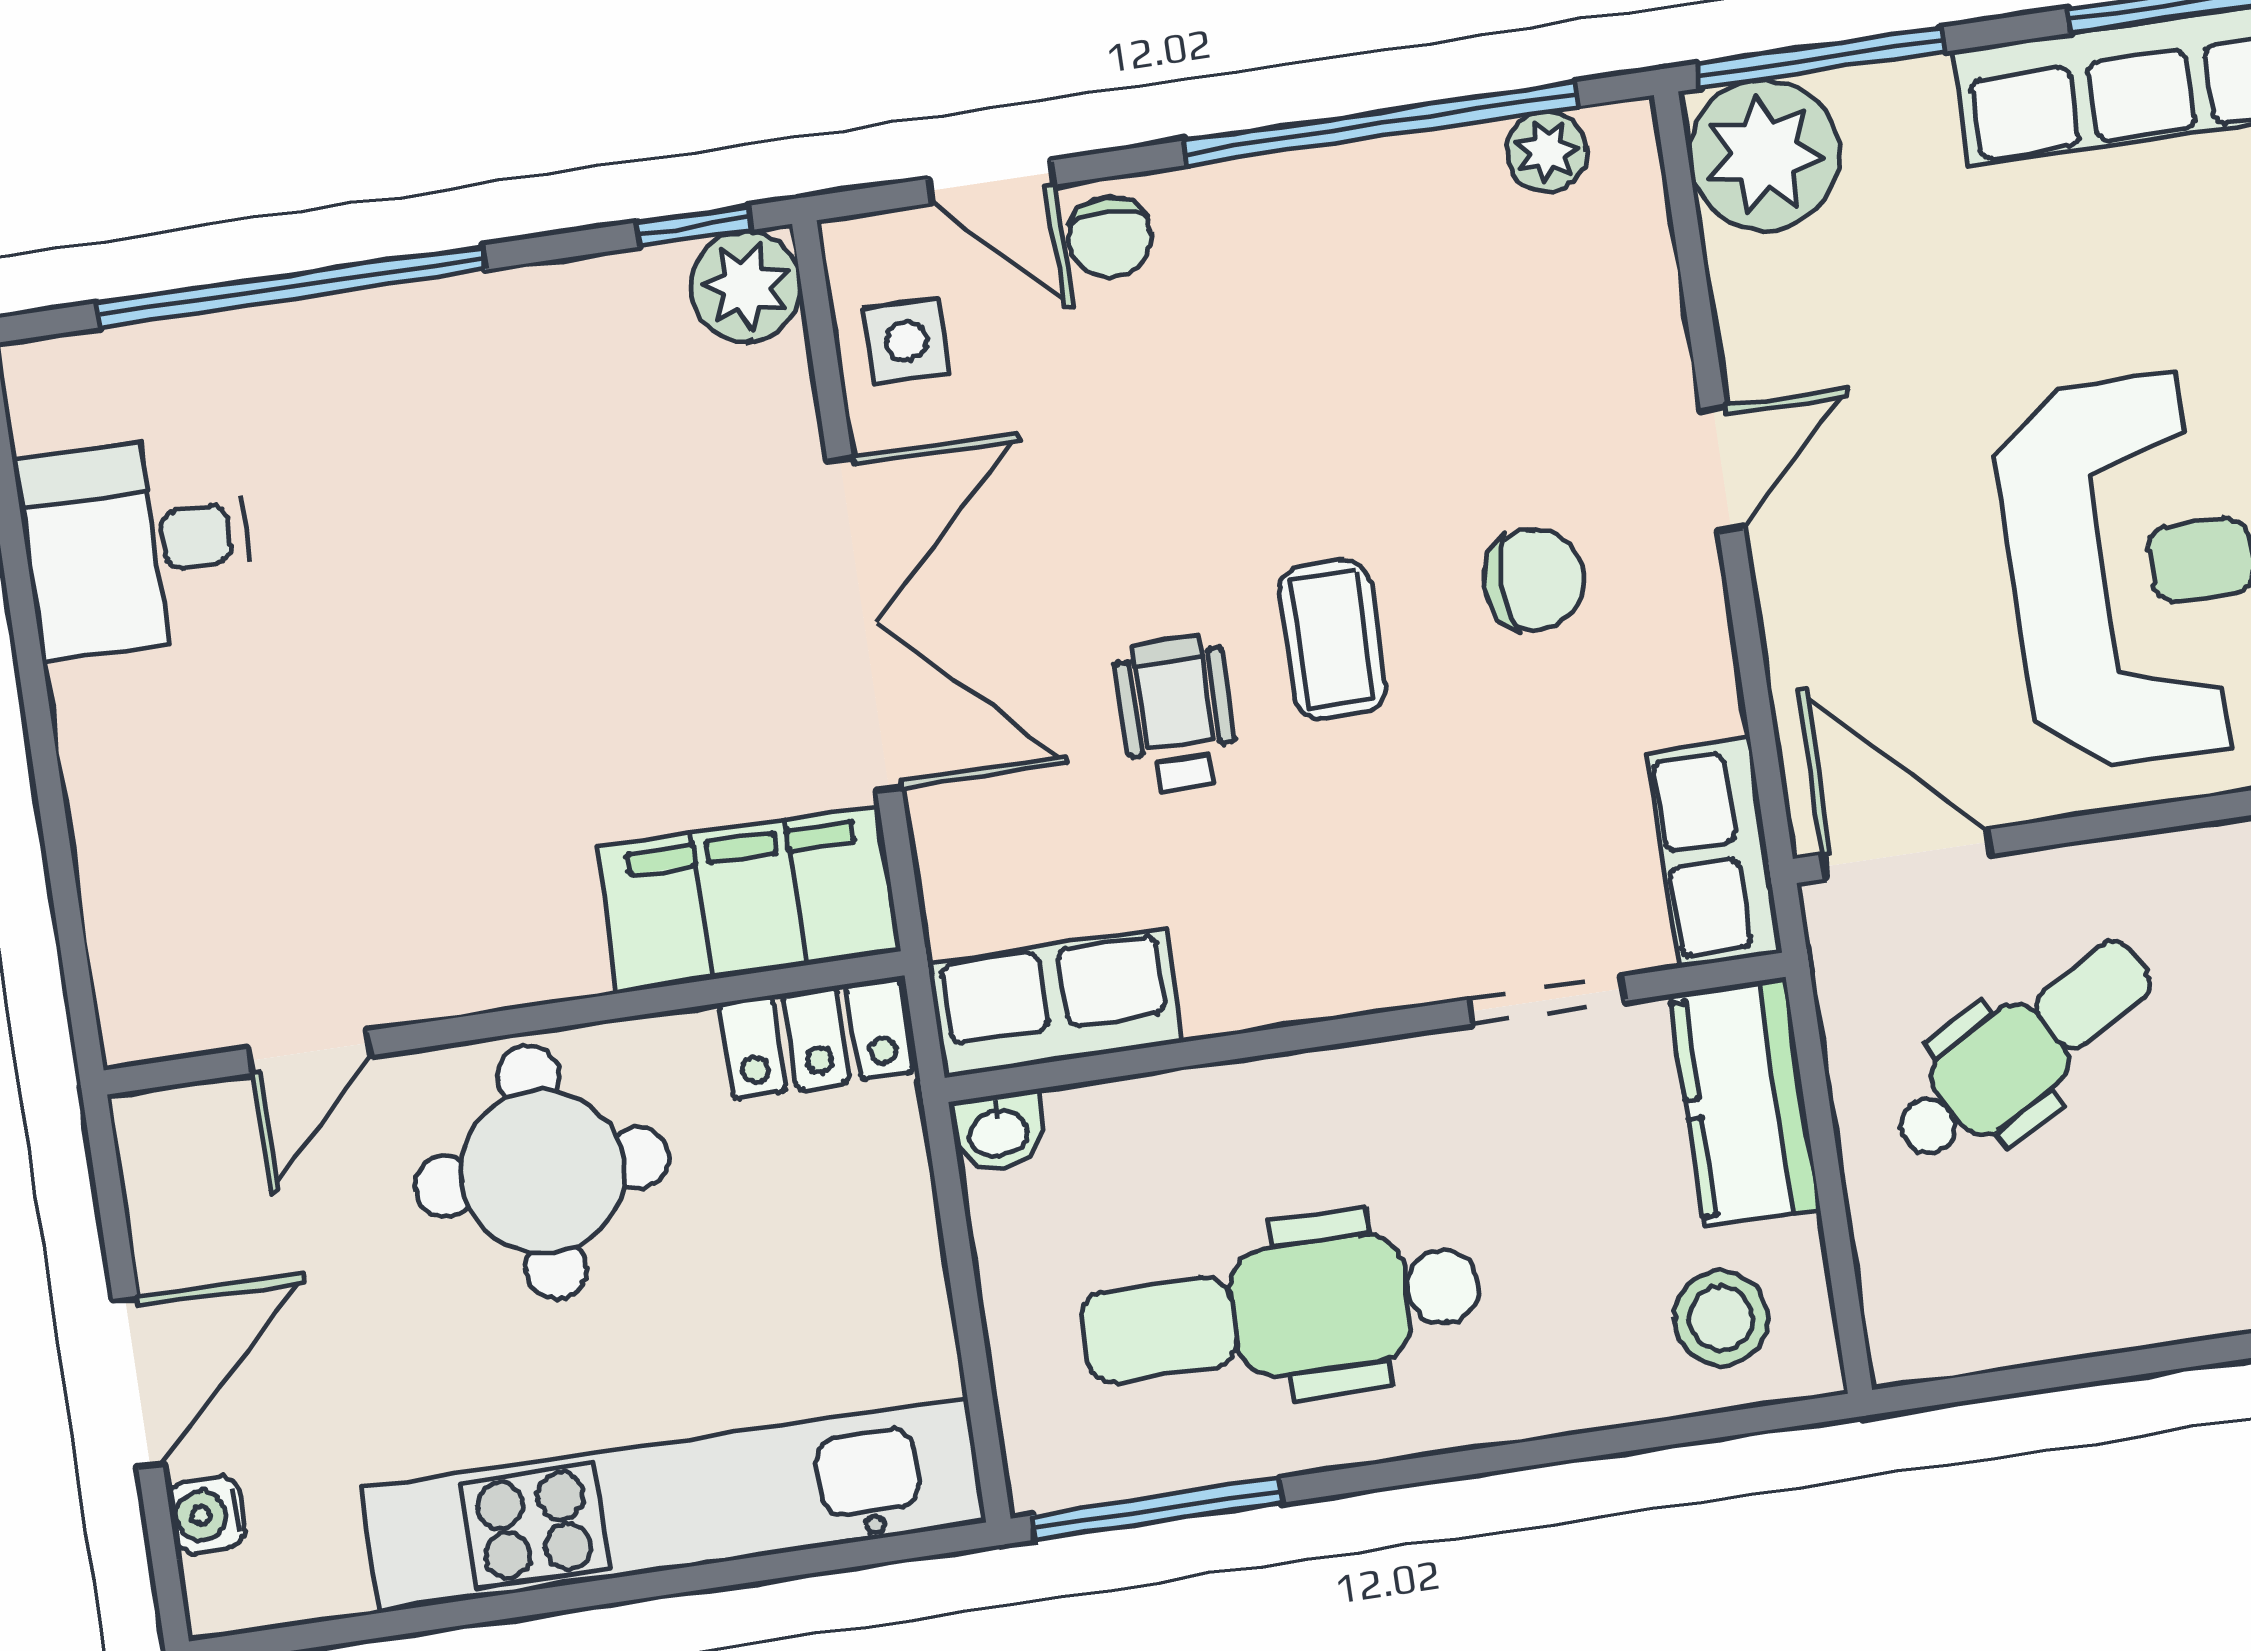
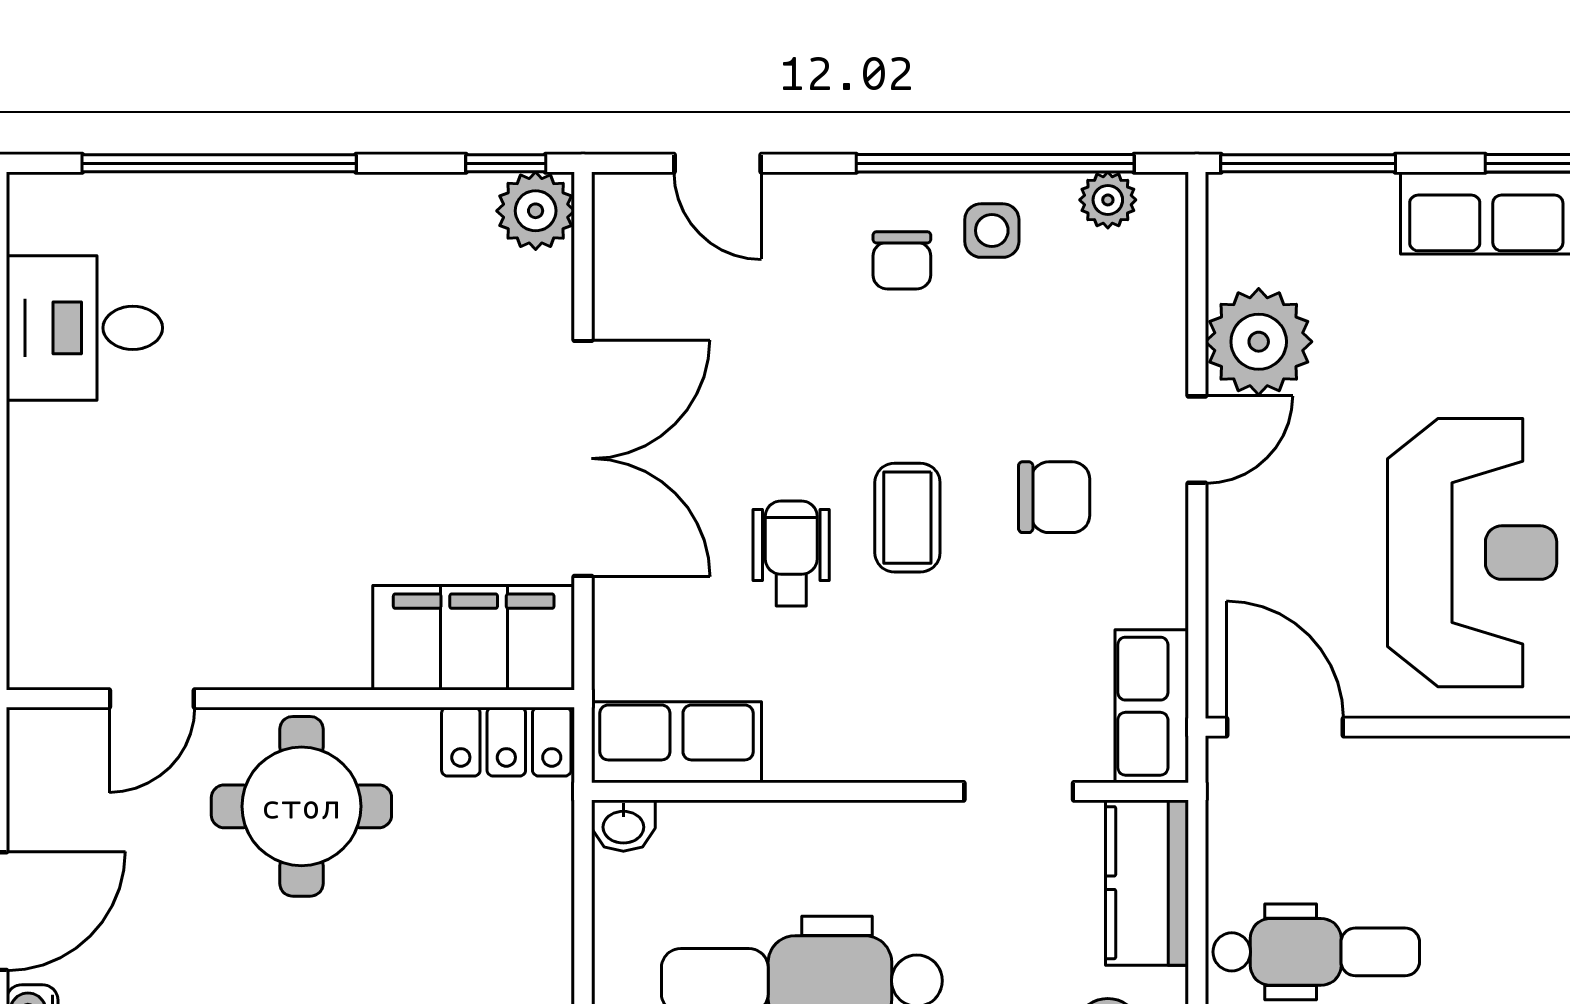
plant: (1764, 155) -> (1259, 342), moved
chair: (1110, 237) -> (902, 260), moved
side table: (906, 341) -> (992, 231), moved
dental chair: (2022, 1051) -> (1316, 952), moved, turned 30

